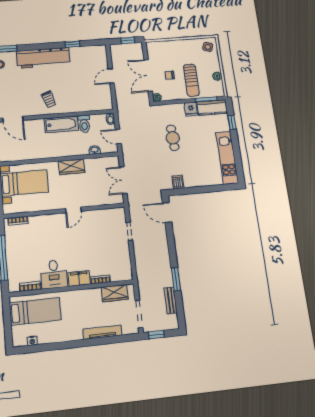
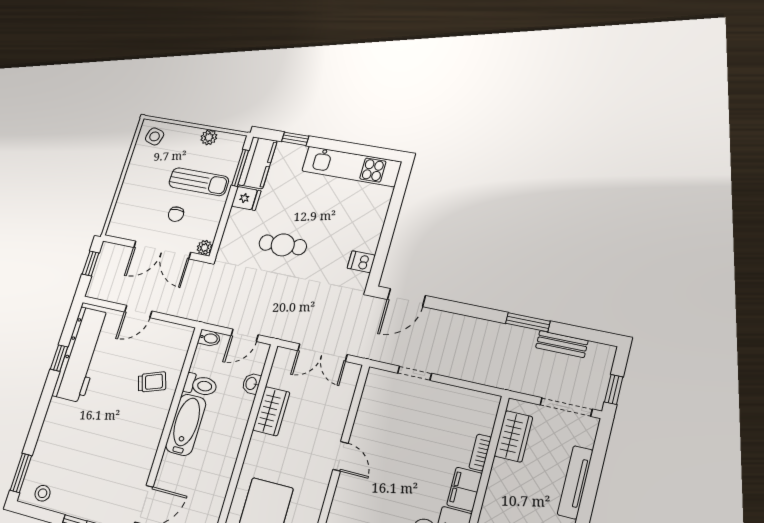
workbench: (43, 58) -> (82, 354), moved
door: (111, 76) -> (138, 312), hinge flipped
trolley: (49, 99) -> (152, 382), moved
wardrobe: (71, 167) -> (271, 411), moved

